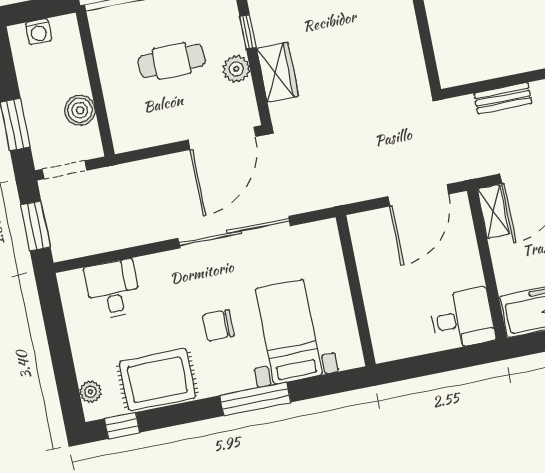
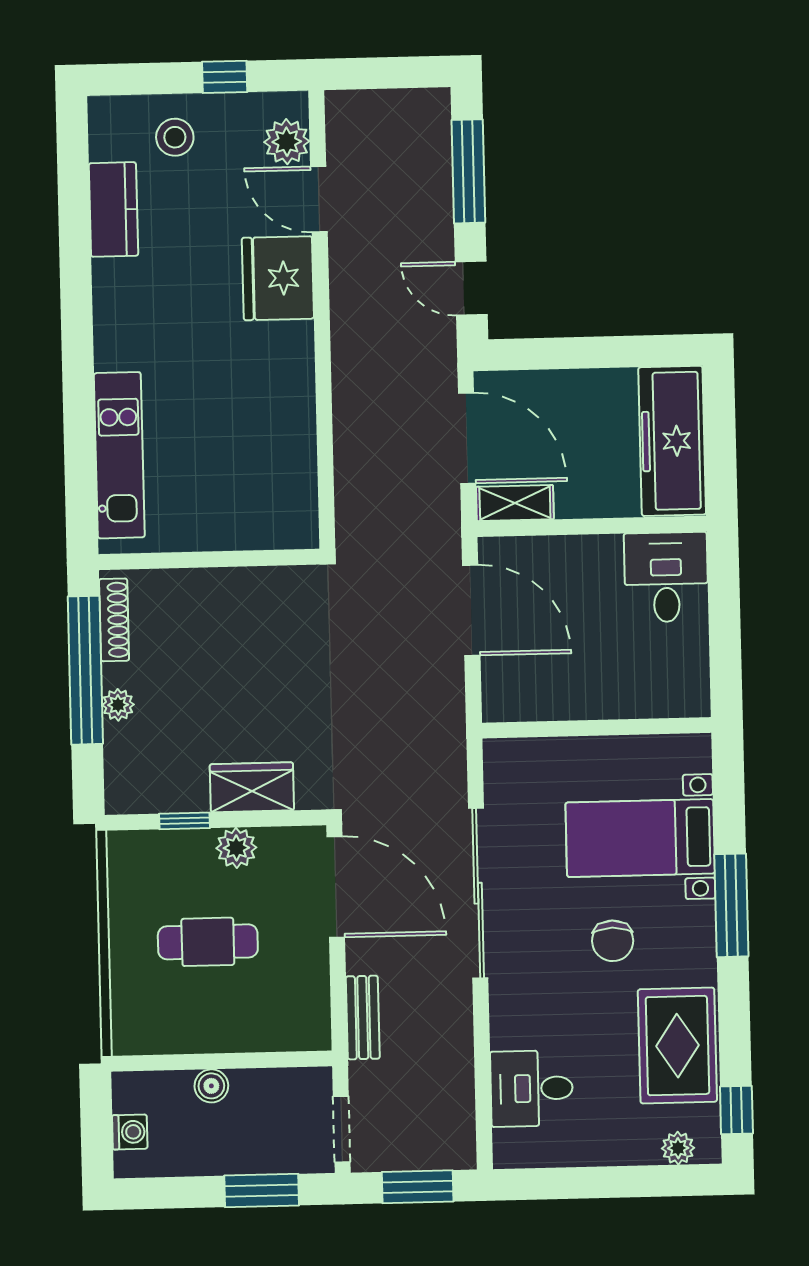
cafe table: (172, 61) -> (208, 942), turned 90
bench: (503, 98) -> (363, 1017), moved
boiler: (80, 110) -> (211, 1086), moved, width x0.73, depth x0.73

